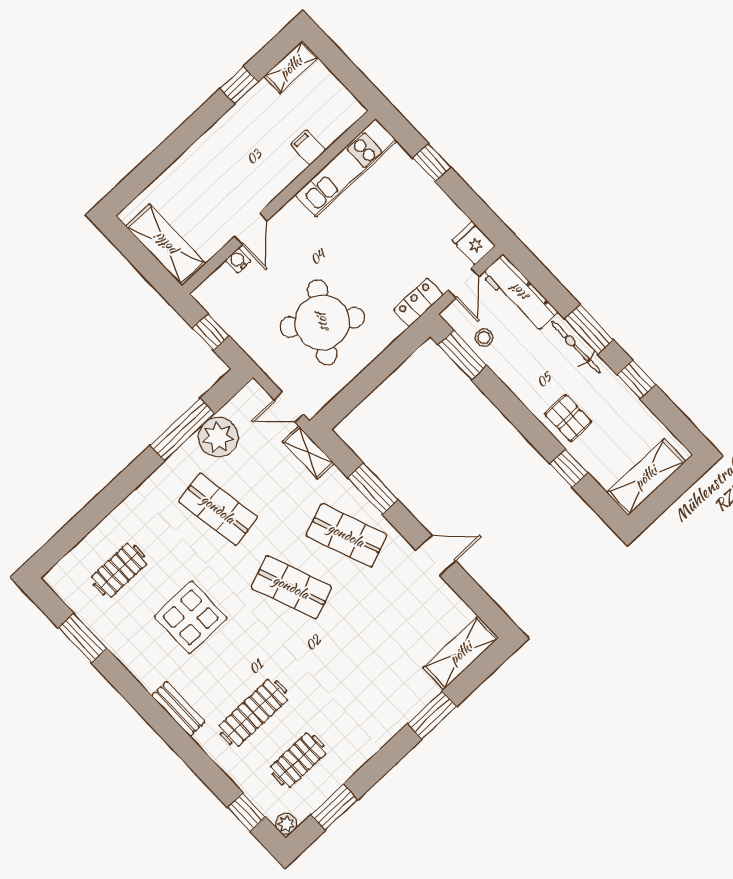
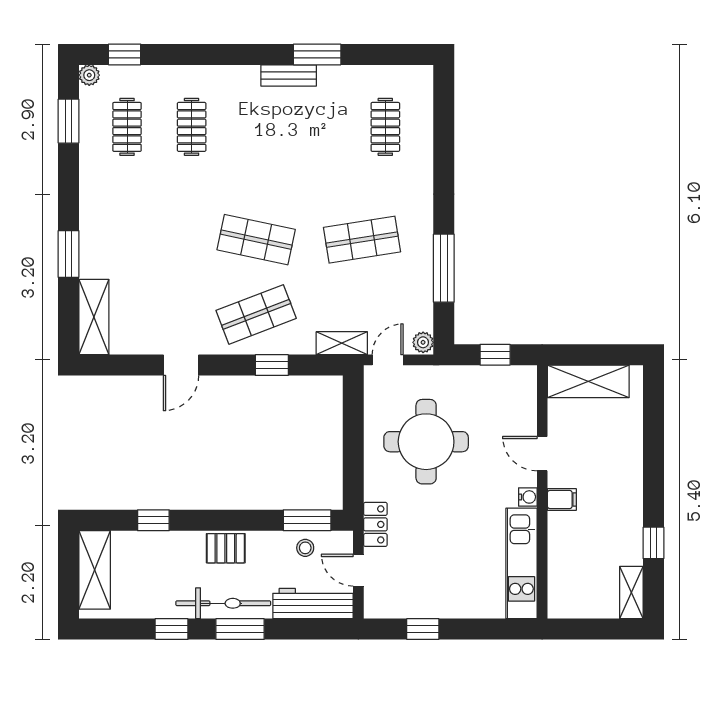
filing cabinet: (308, 147) -> (562, 500), moved
window: (432, 163) -> (423, 629), moved
fridge: (474, 243) -> (380, 605), removed
water cooler: (238, 260) -> (528, 497), moved
round table: (322, 322) -> (426, 442), turned -35
bicycle: (576, 347) -> (223, 603), width x1.37, depth x1.40
pallet: (568, 418) -> (226, 548), moved
plant: (218, 437) -> (423, 342), moved, width x0.53, depth x0.53
window: (373, 489) -> (272, 365), width x0.67
shop shelf: (291, 587) -> (256, 240), turned 33
display table: (191, 617) -> (303, 146), removed
window: (82, 638) -> (317, 54), moved
bench: (178, 709) -> (289, 75), moved
clothes rail: (253, 713) -> (192, 127), width x0.73

